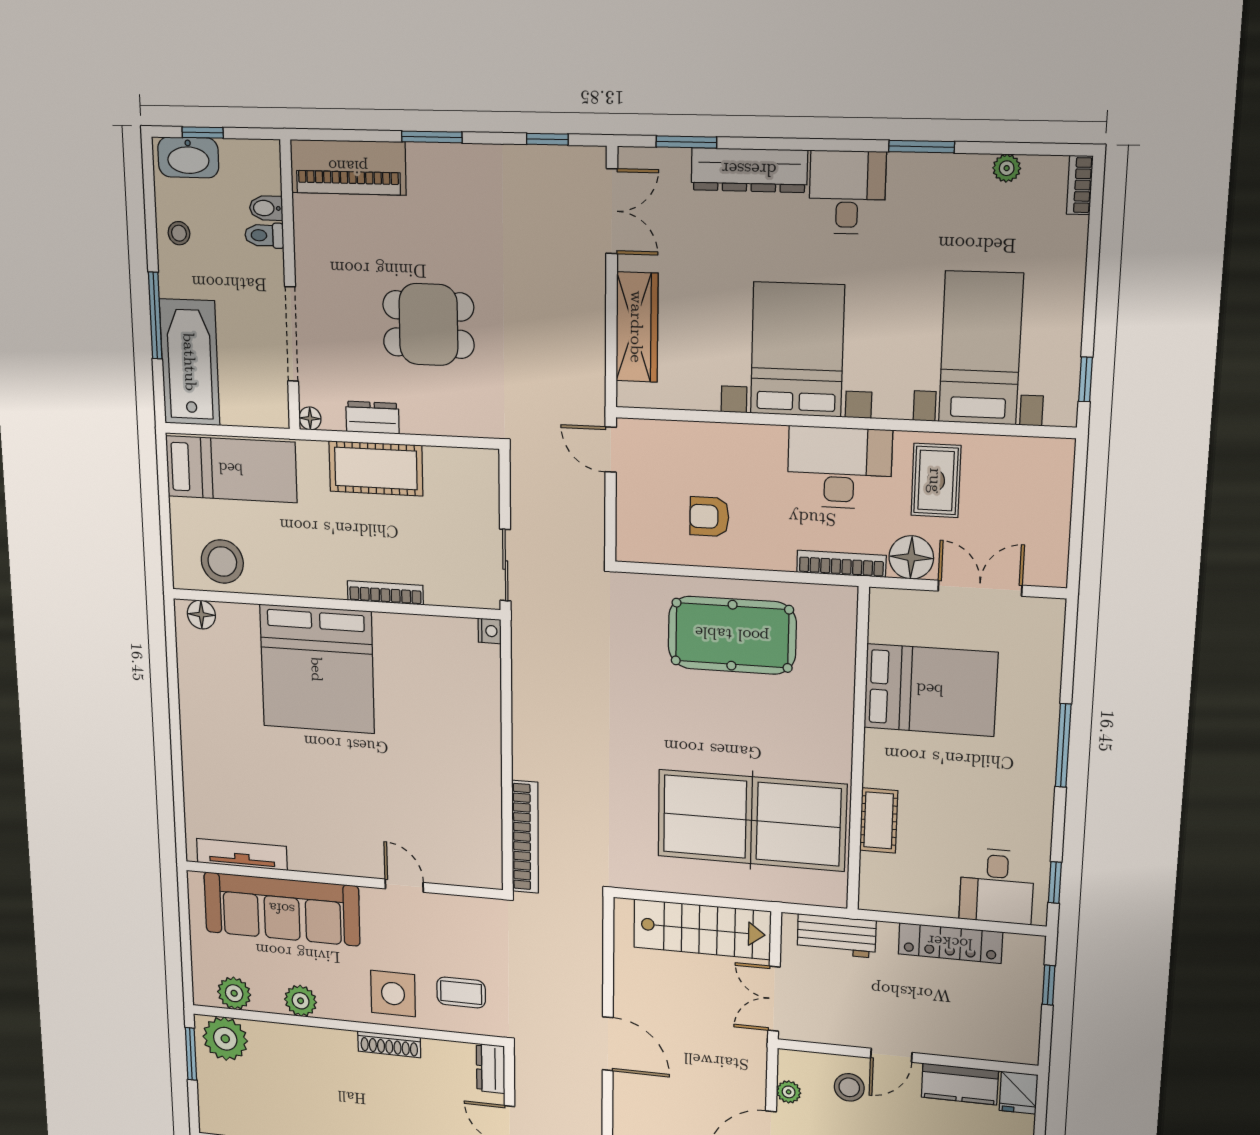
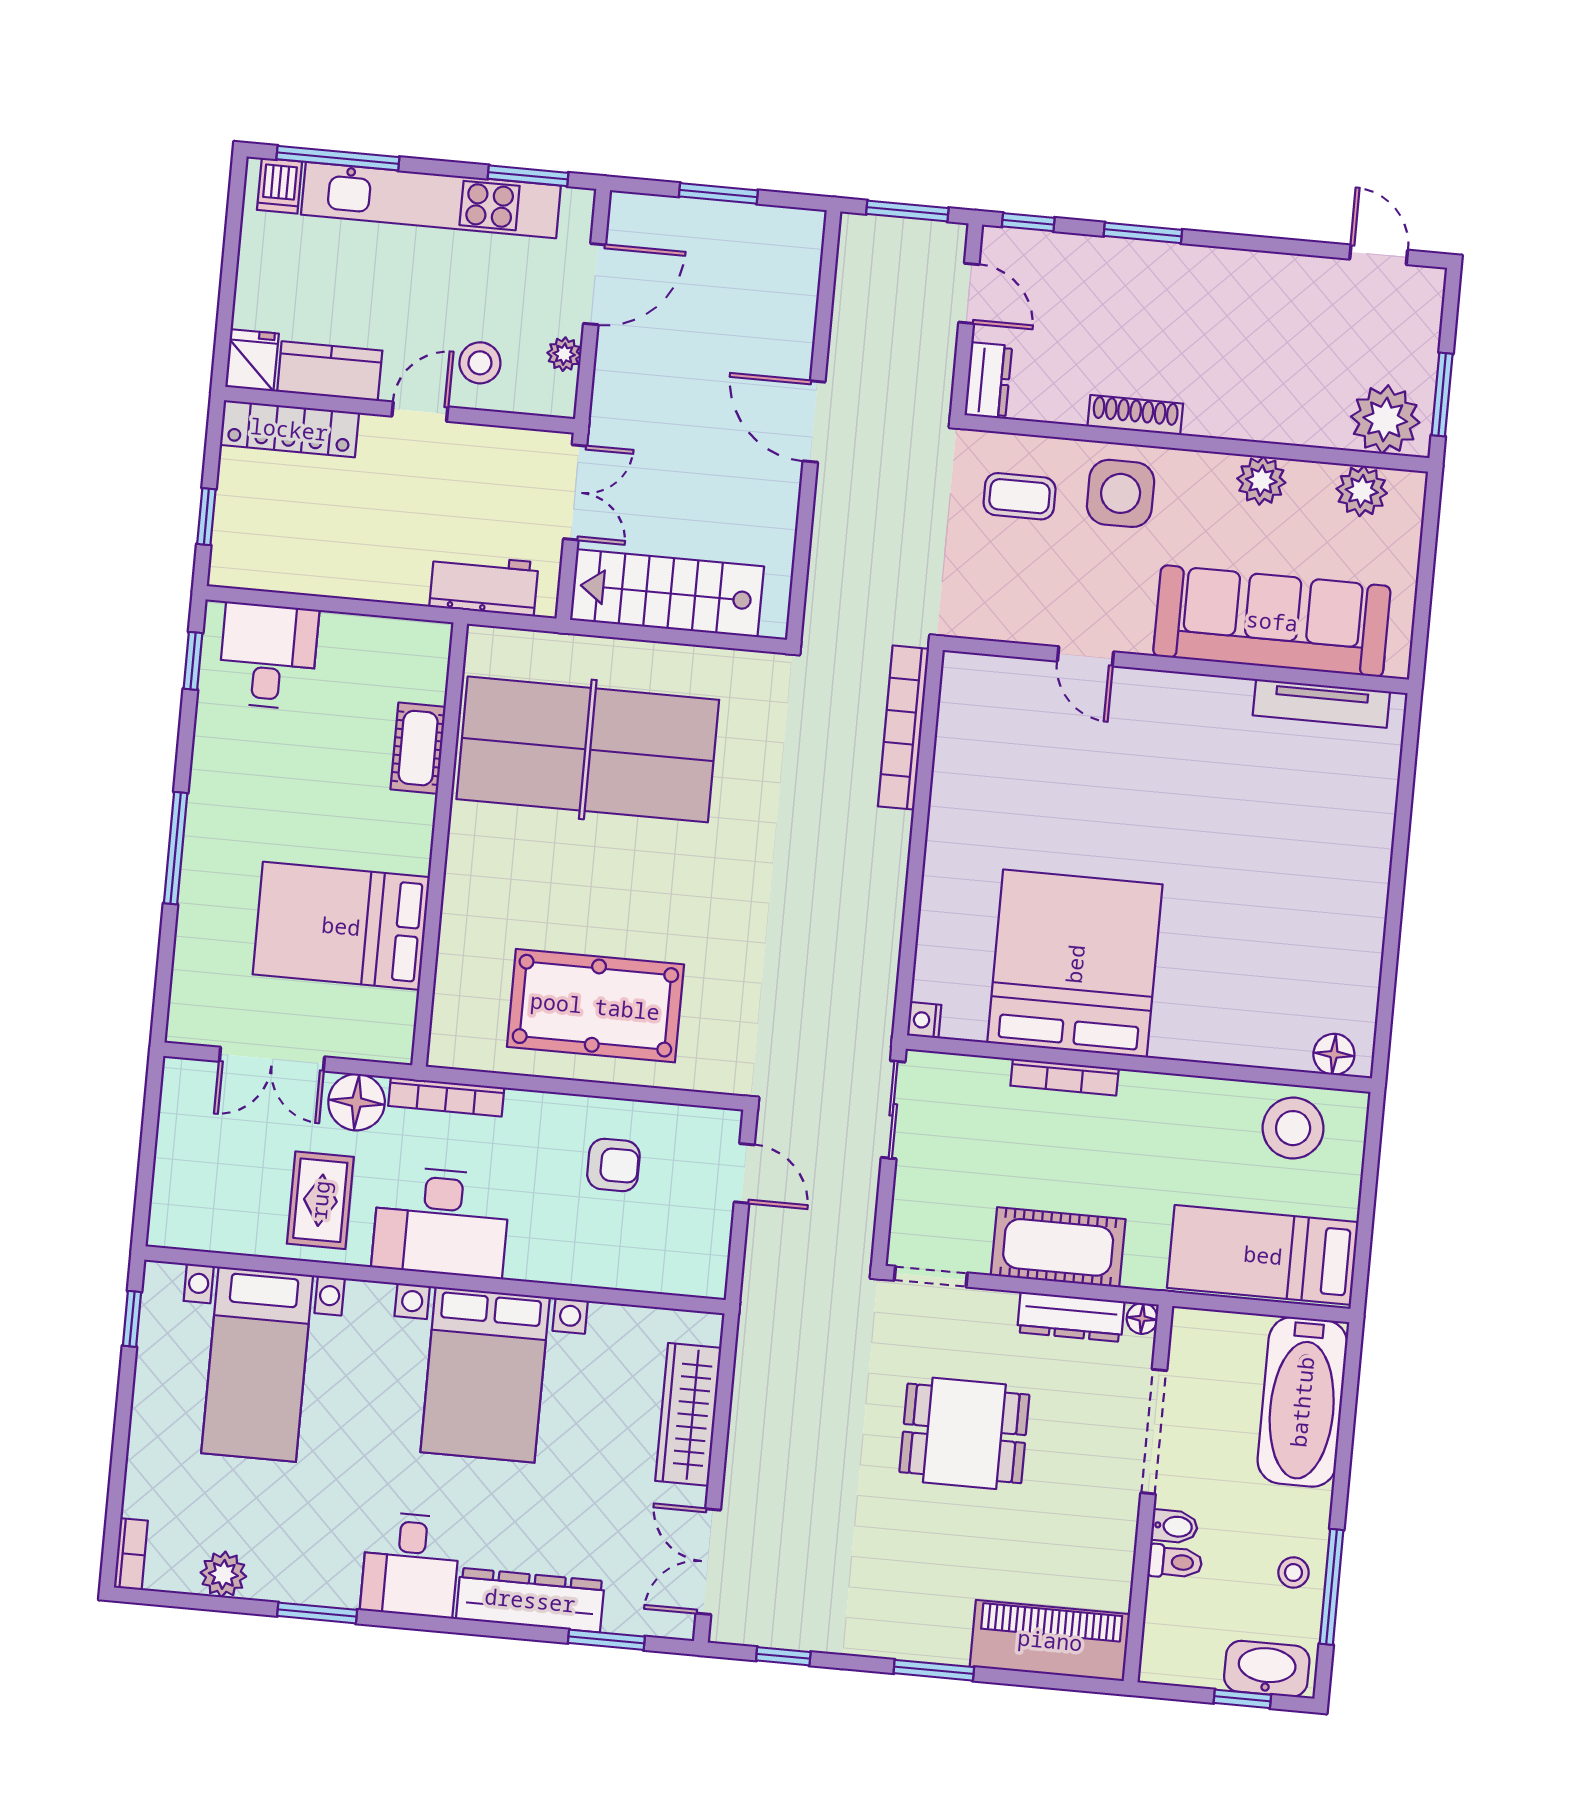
plant: (1007, 168) -> (223, 1574), width x1.38, depth x1.38
bidet: (266, 208) -> (1174, 1526), moved
window: (155, 316) -> (1332, 1587), moved
dresser: (372, 418) -> (1071, 1317), width x1.44
doorway: (465, 442) -> (931, 1277), added
door: (611, 450) -> (744, 1173), moved
bed: (317, 669) -> (1075, 964), moved
locker: (950, 943) -> (289, 429), moved, turned 180

